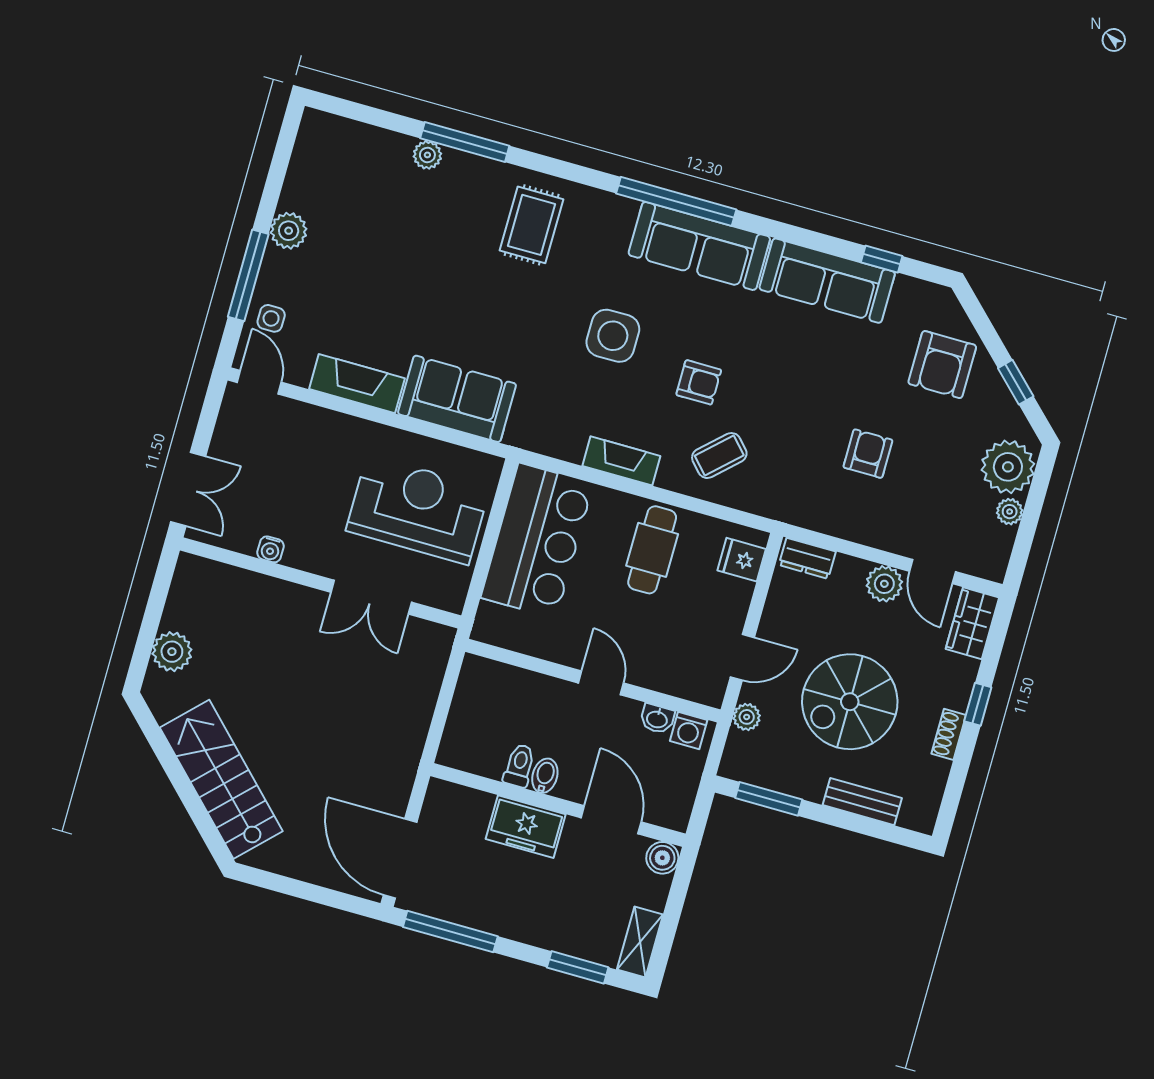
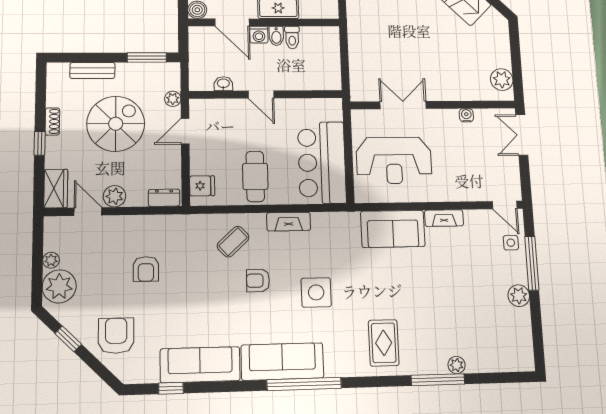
fireplace: (357, 384) -> (444, 218), width x0.73, depth x0.76
plant: (172, 652) -> (502, 80), moved
washing machine: (689, 730) -> (259, 35), moved, turned 180

